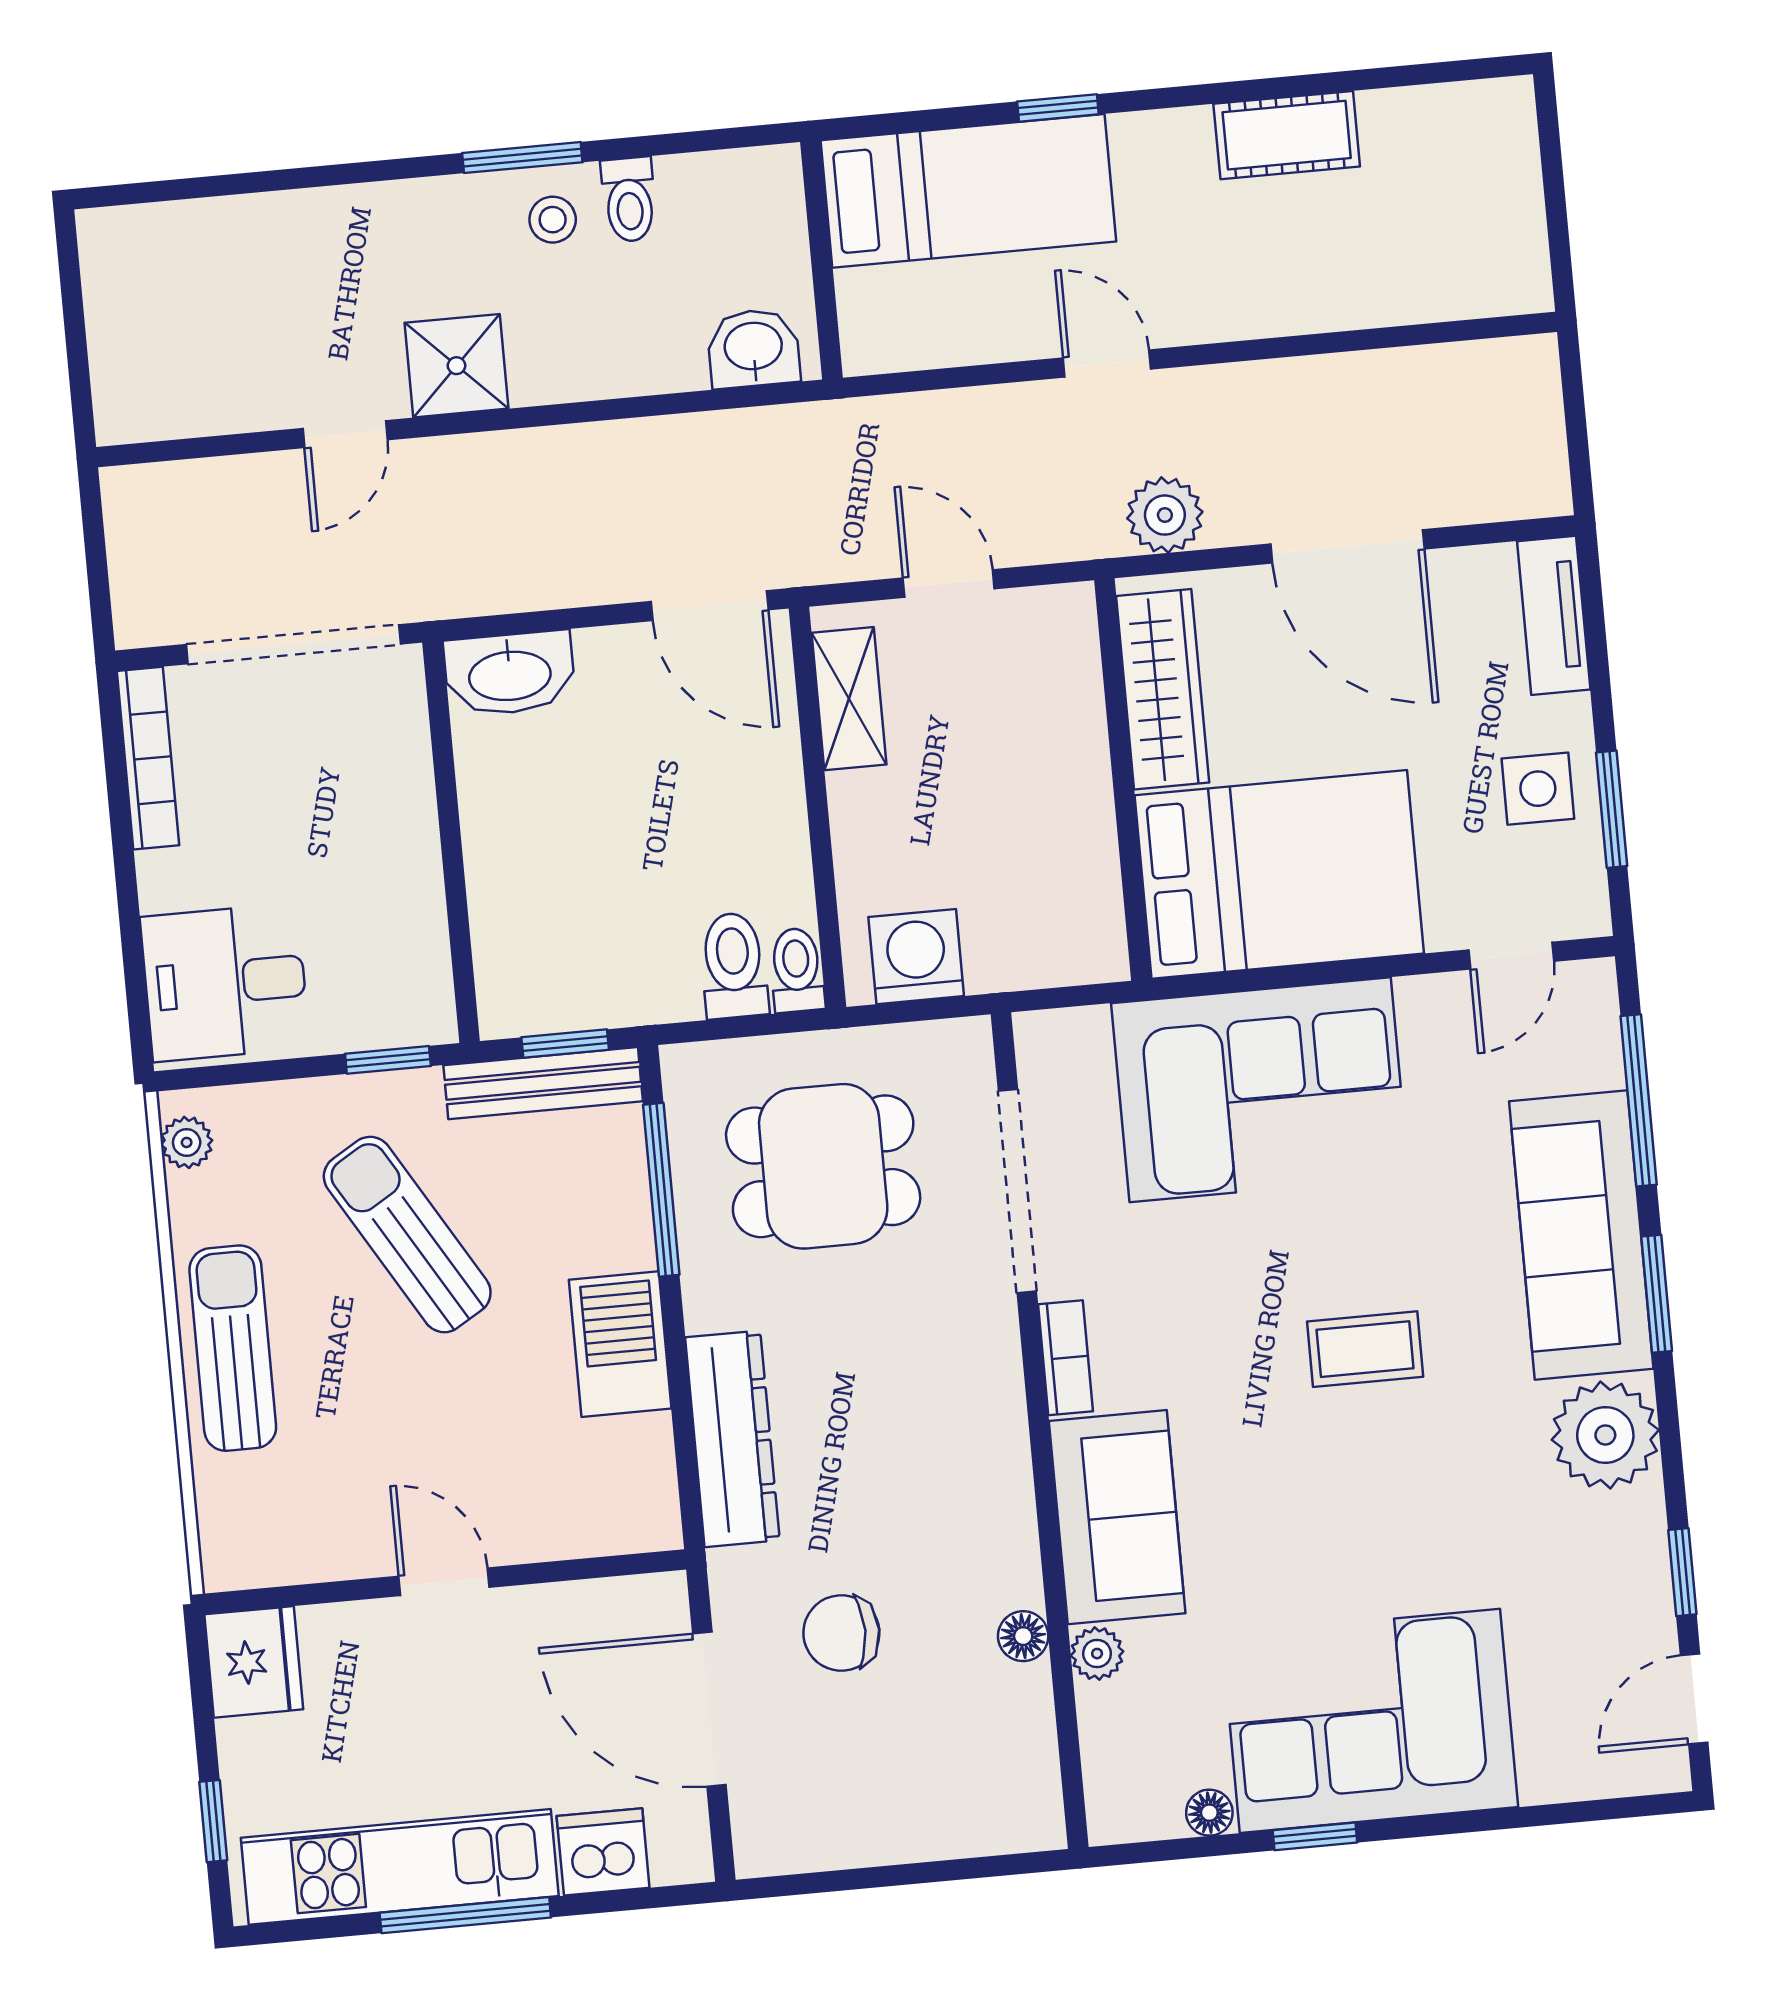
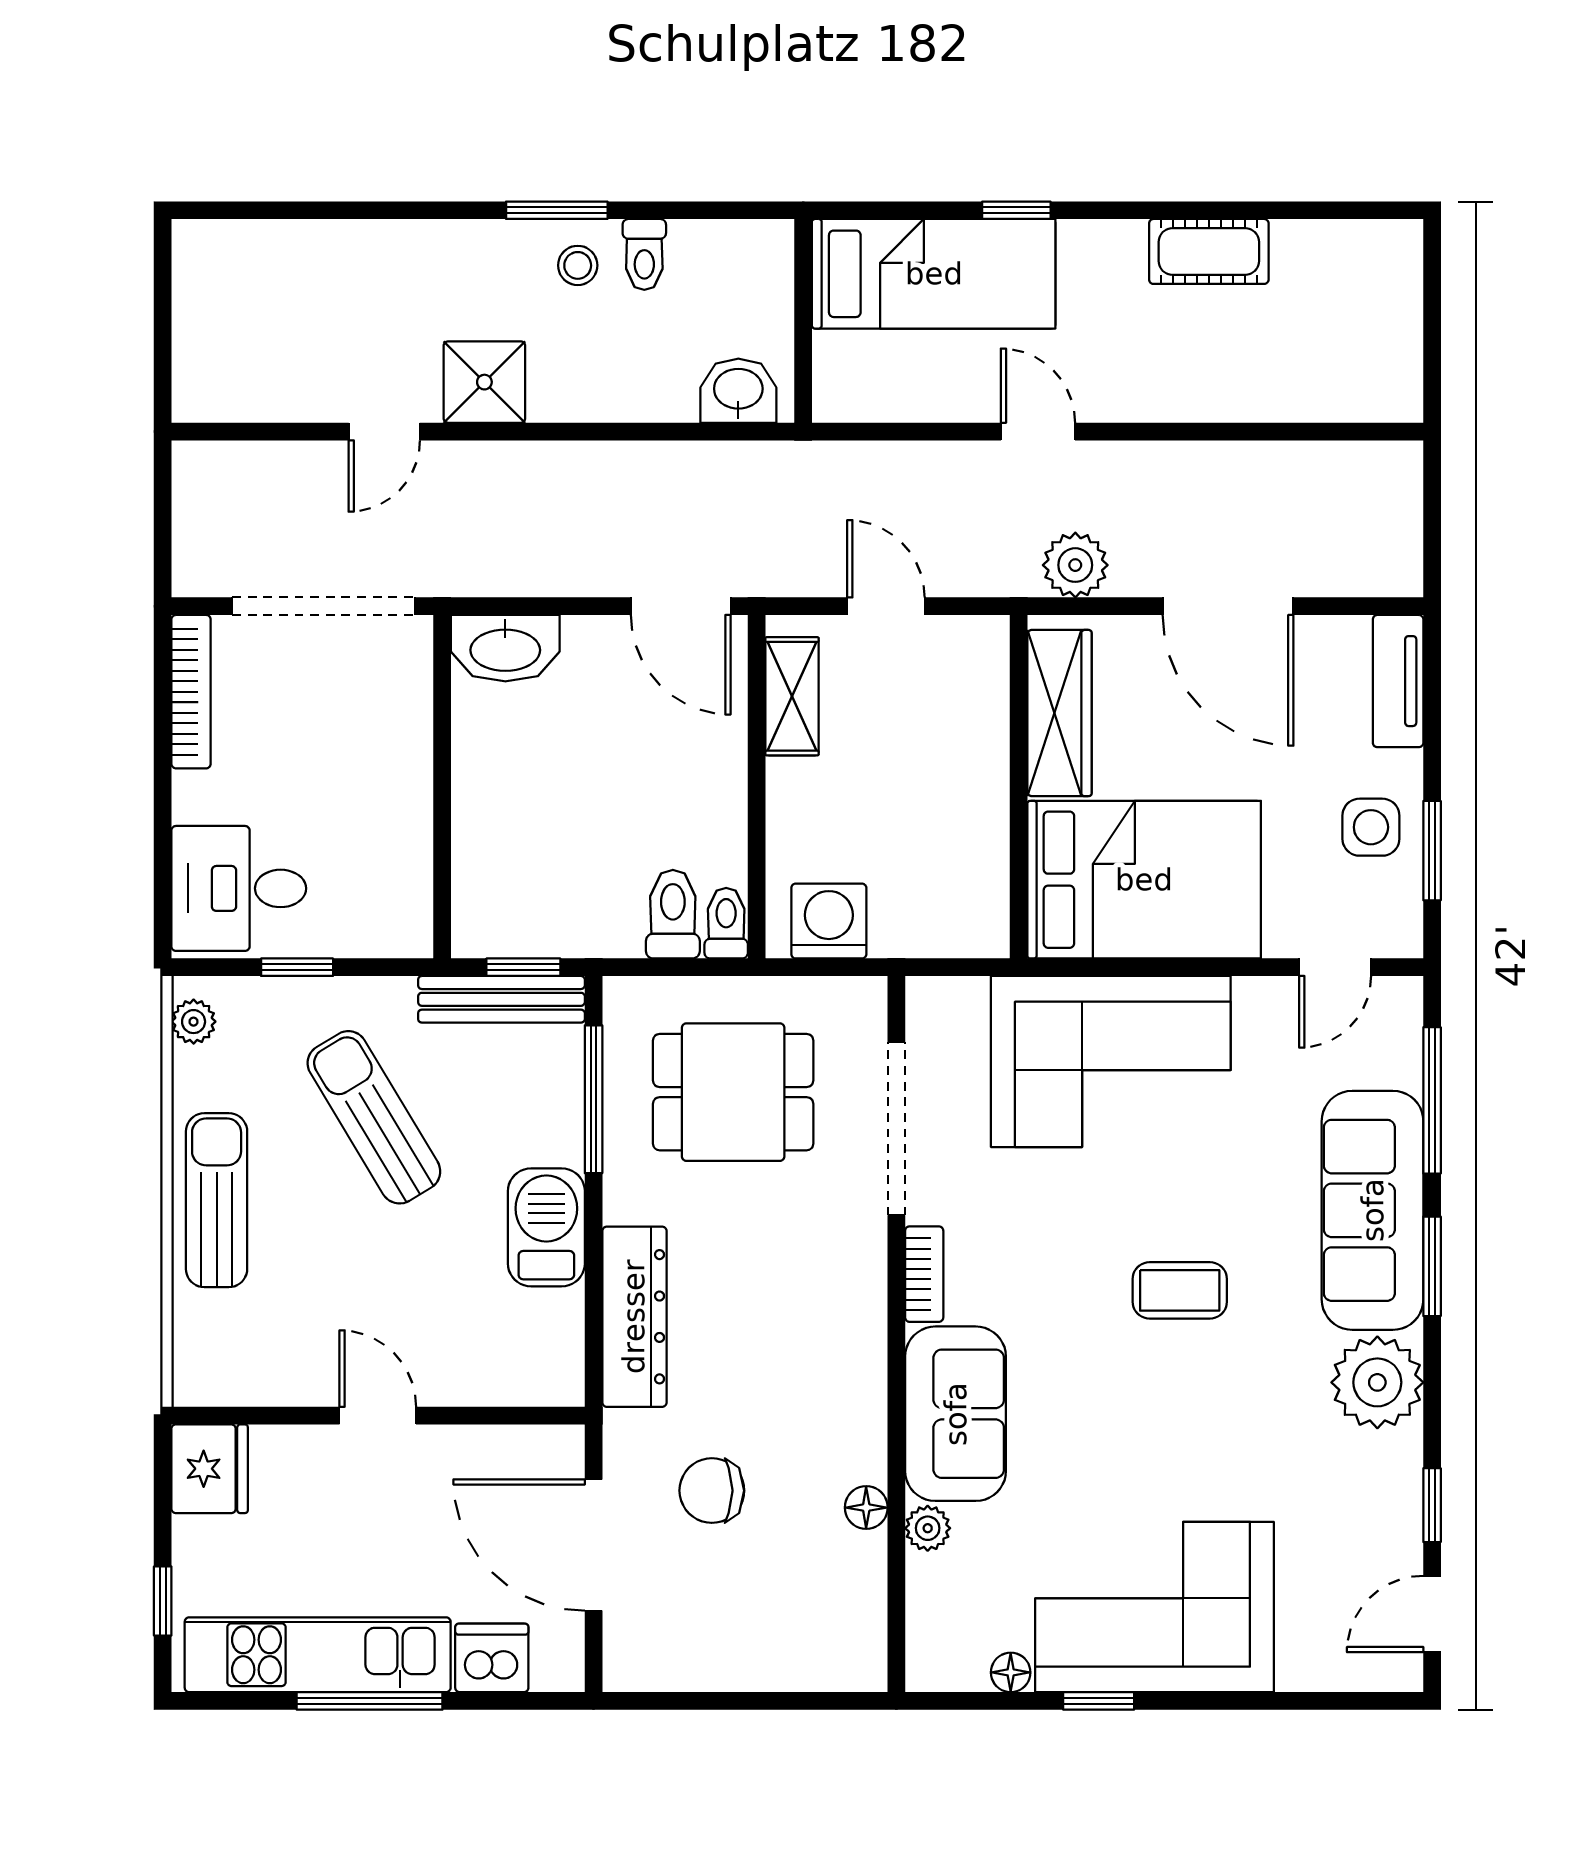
window: (388, 1060) -> (297, 967), moved

